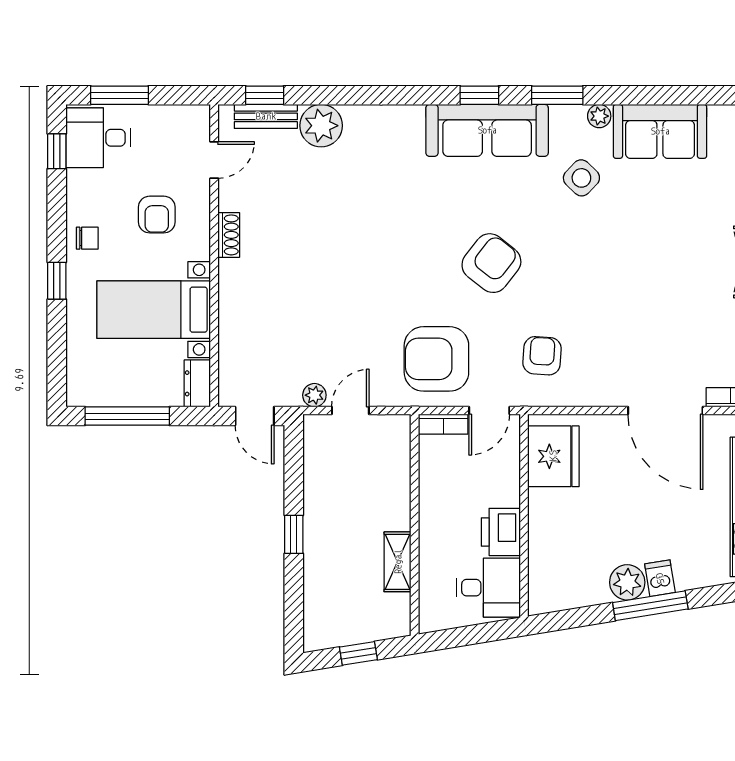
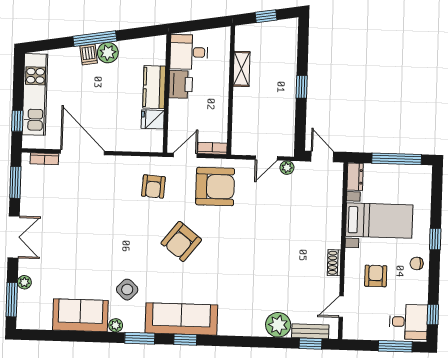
fridge: (553, 456) -> (153, 119), width x0.53, depth x0.75
kitchen counter: (546, 526) -> (154, 87), added

